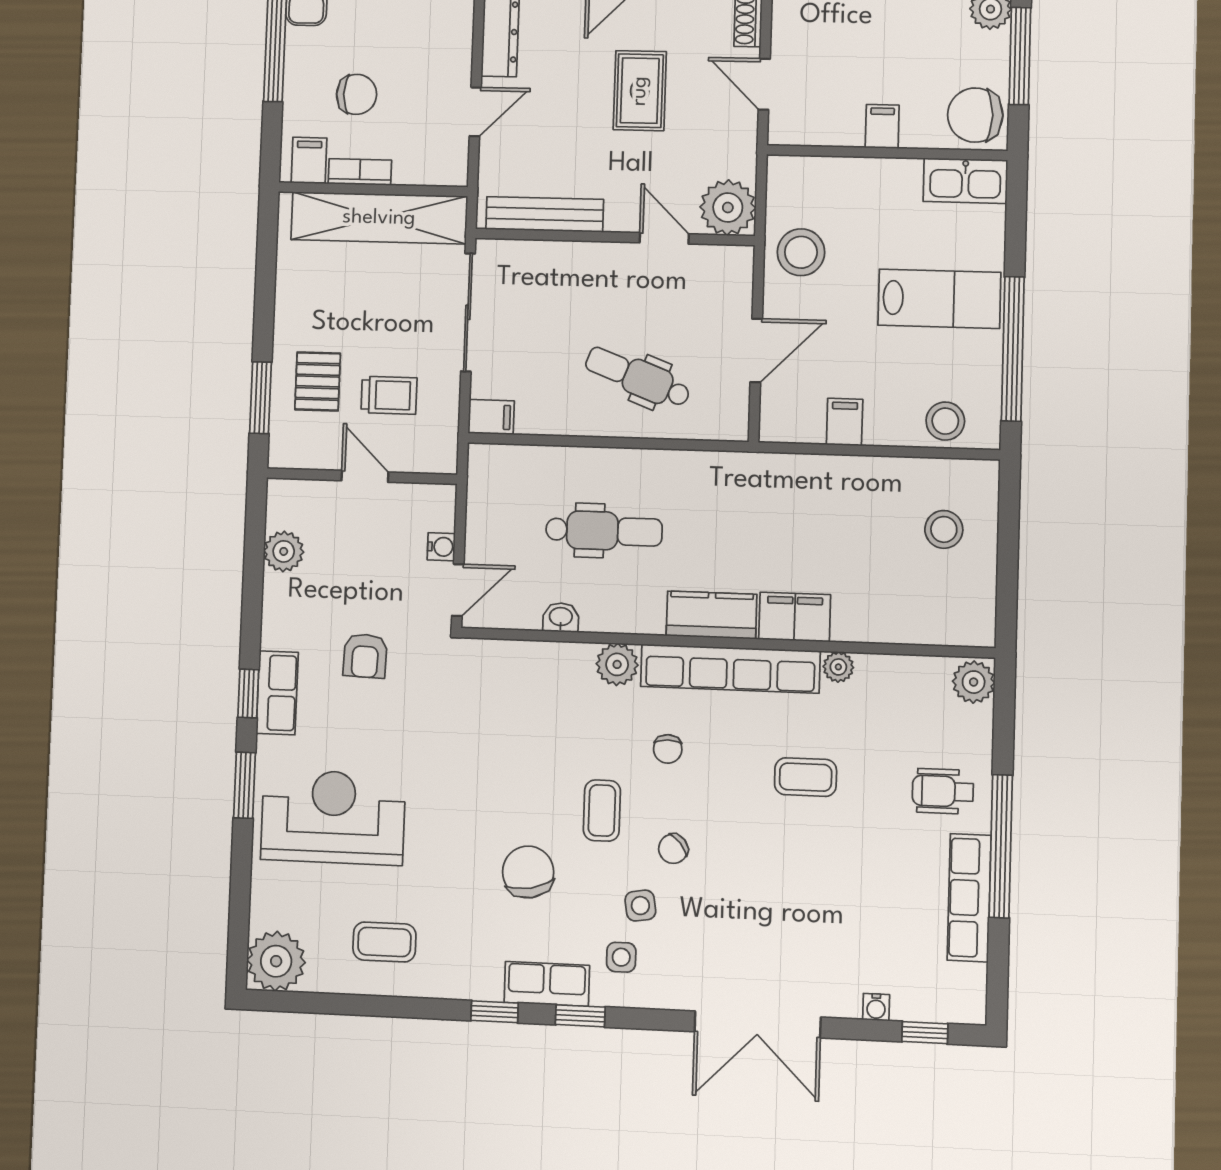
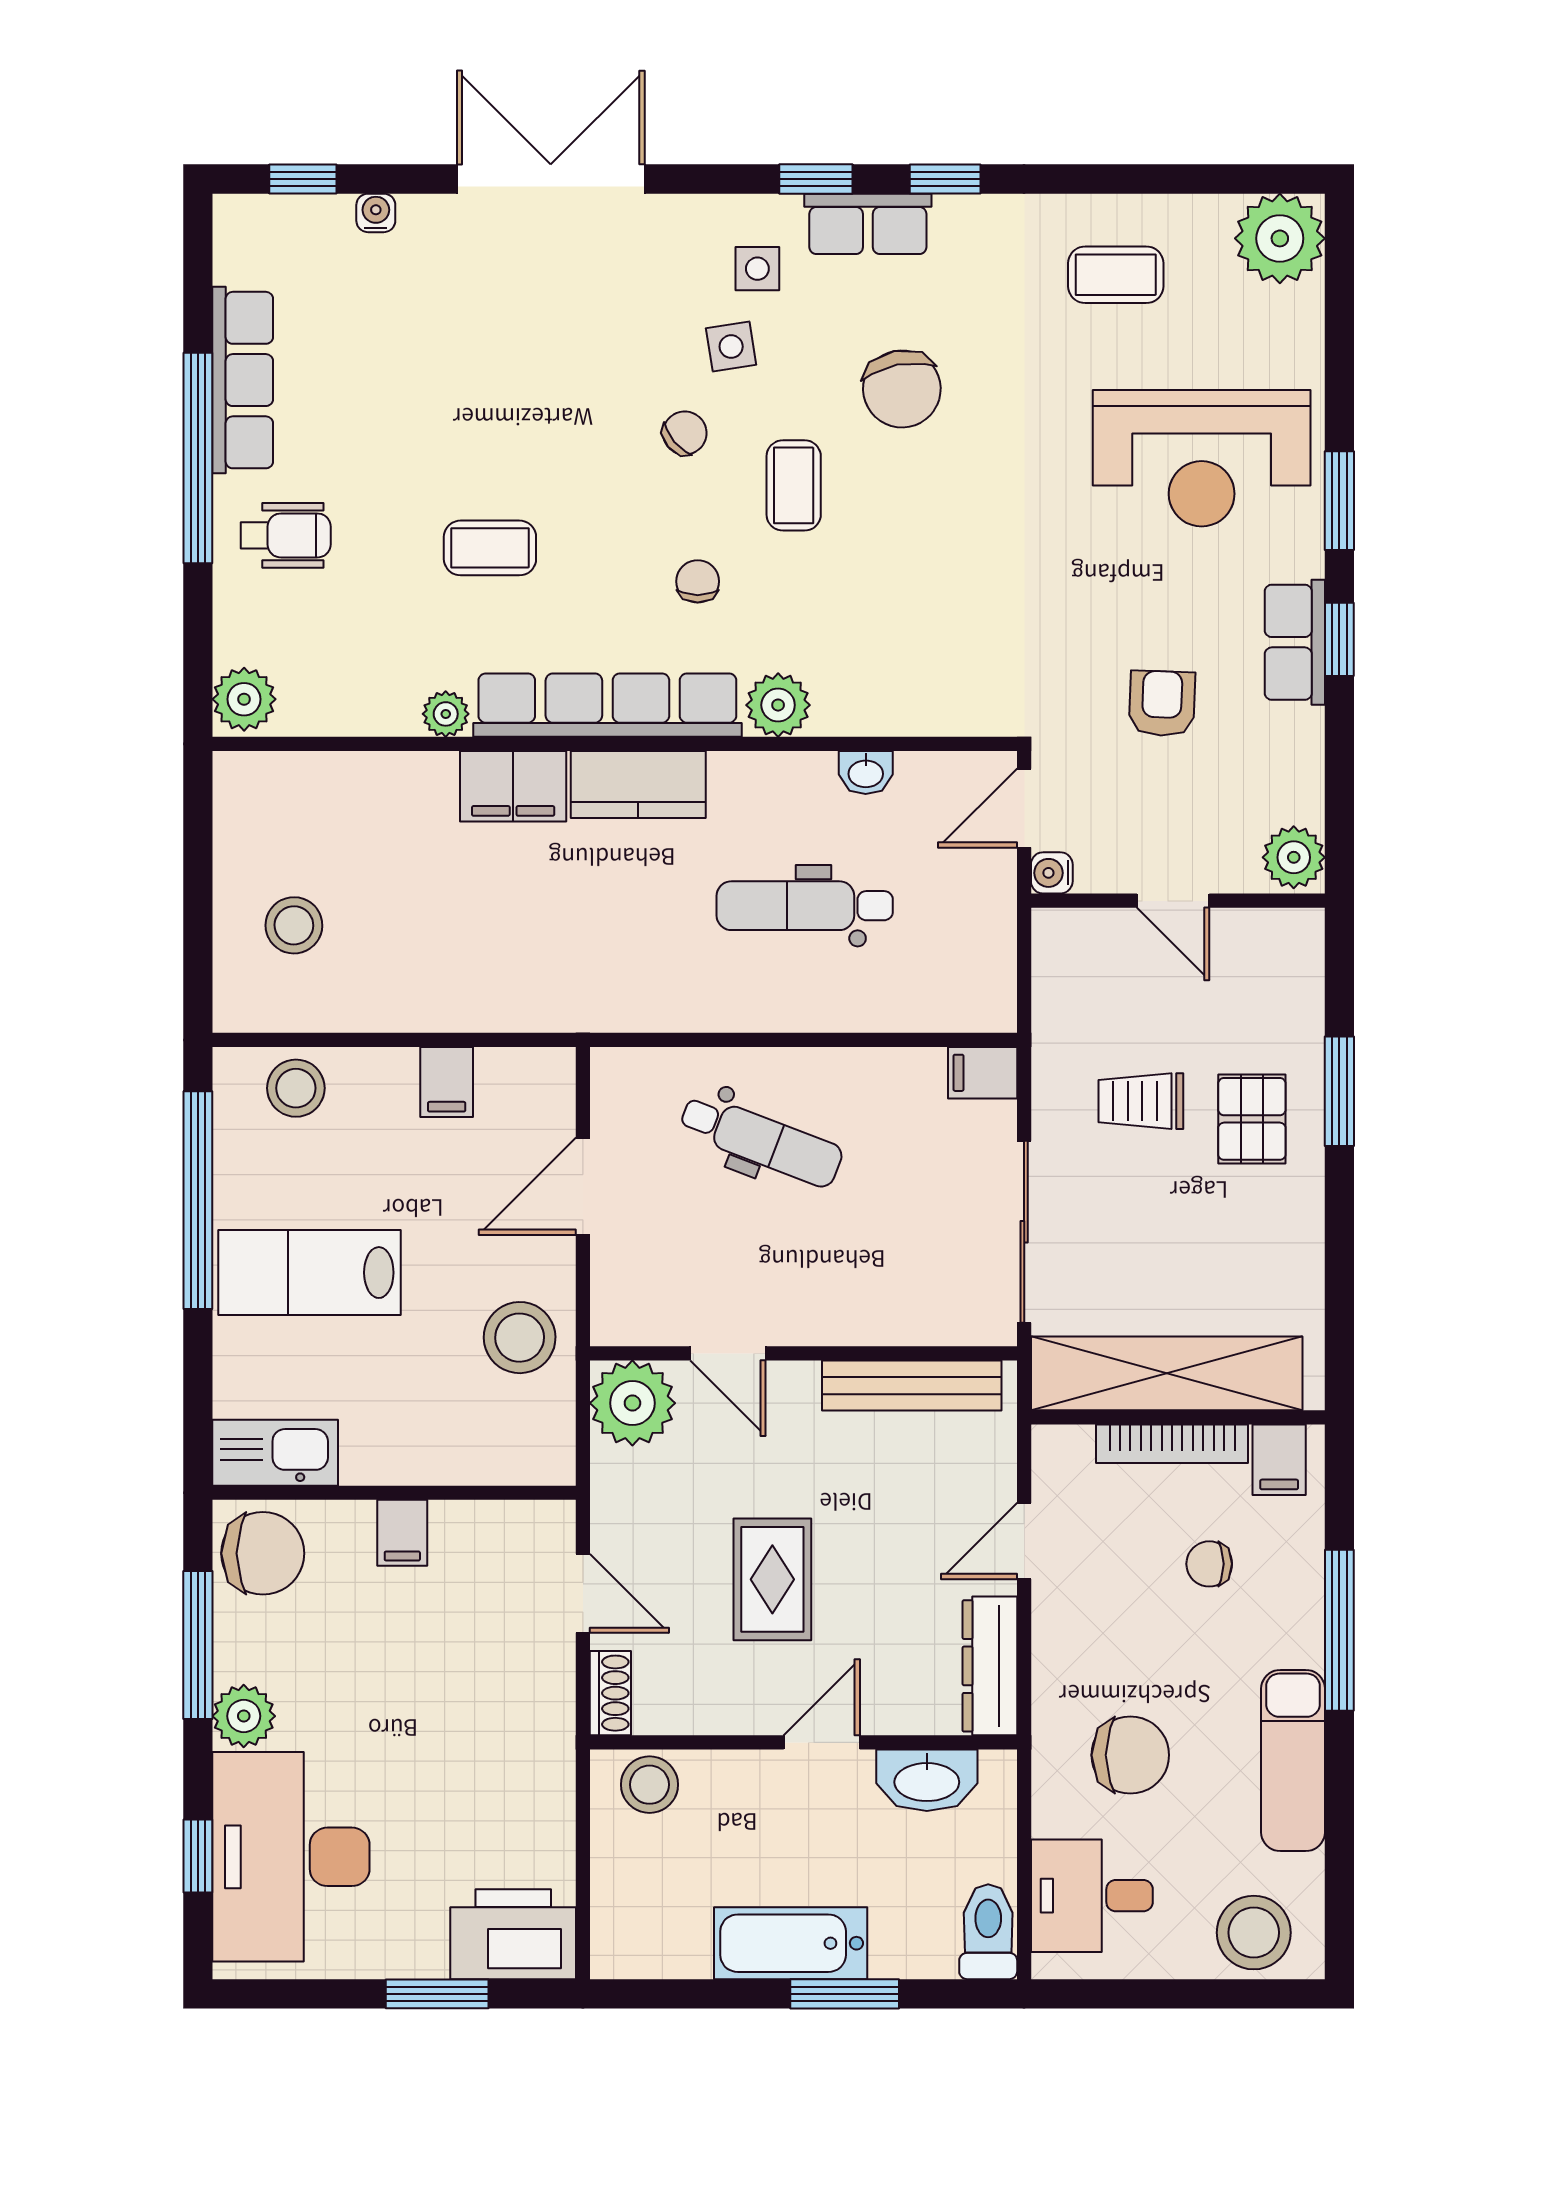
chair: (357, 94) -> (1209, 1564), width x0.73, depth x0.73
bookcase: (360, 172) -> (1172, 1444), width x1.56
wall: (362, 476) -> (1178, 901), moved
door: (365, 476) -> (1173, 901), moved

